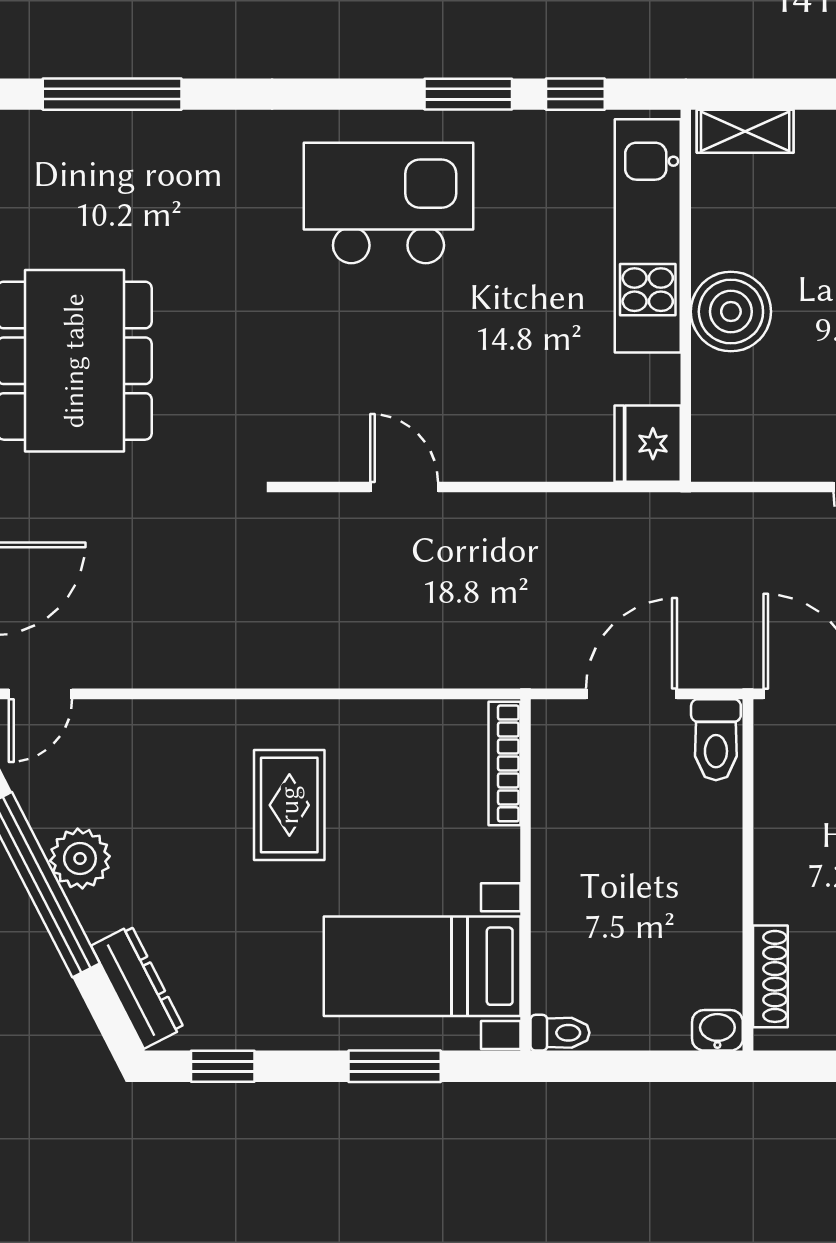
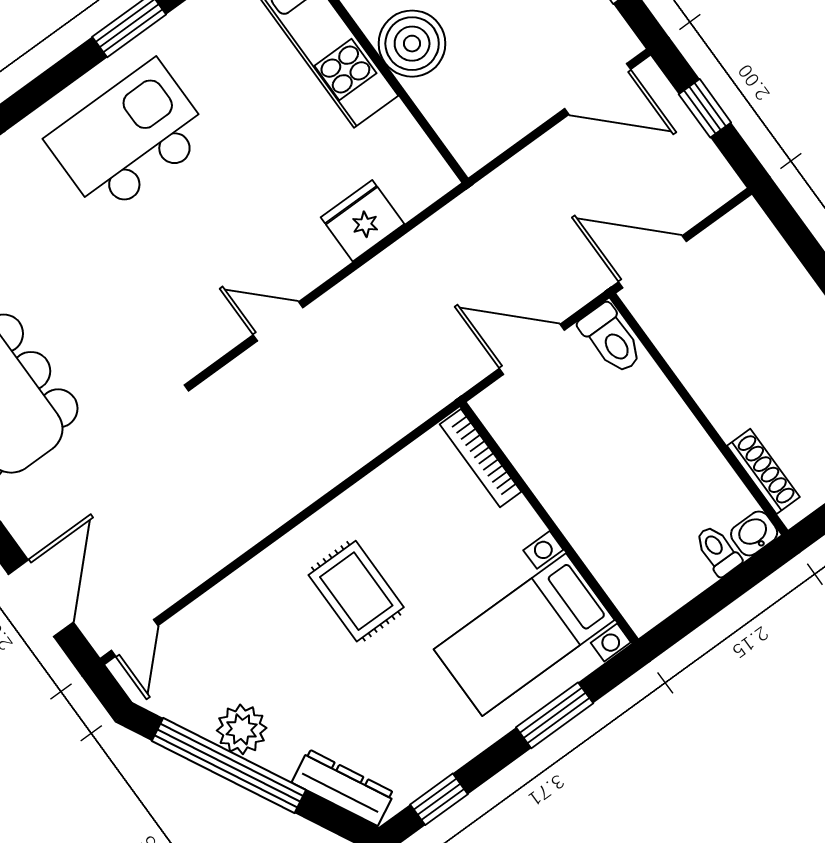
fridge: (648, 444) -> (363, 221), moved, turned 90
door: (631, 694) -> (532, 349), hinge flipped
toilet: (560, 1033) -> (718, 551), moved, turned -90

